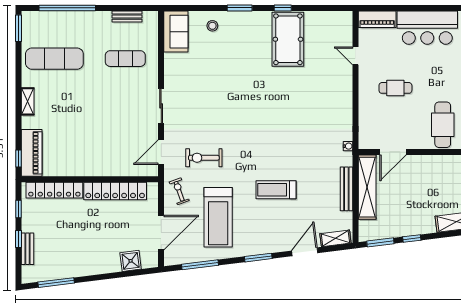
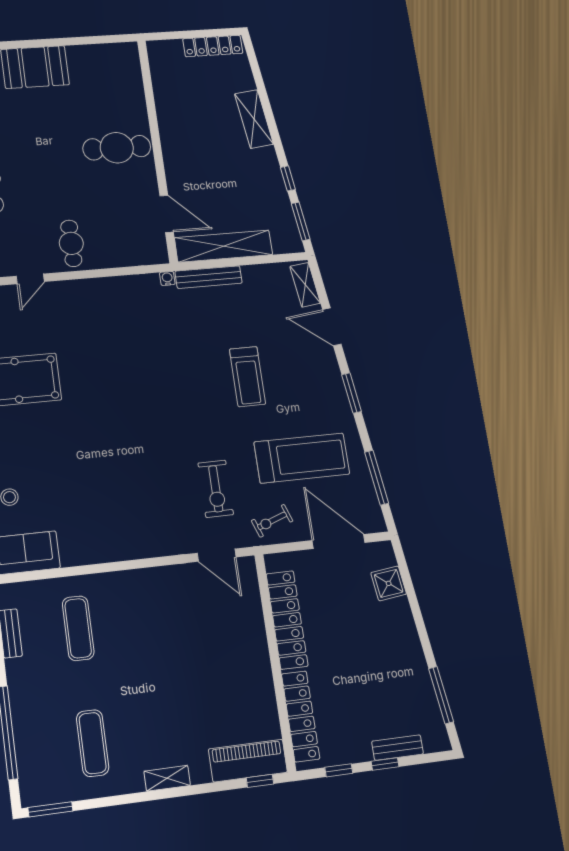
exercise mat: (54, 59) -> (93, 743), width x0.73, depth x0.69
cafe table: (395, 88) -> (71, 243), moved
sliding door: (161, 106) -> (145, 563), removed
bench: (346, 189) -> (209, 277), moved

